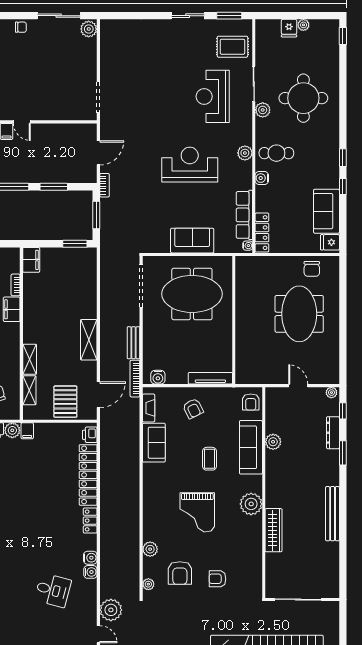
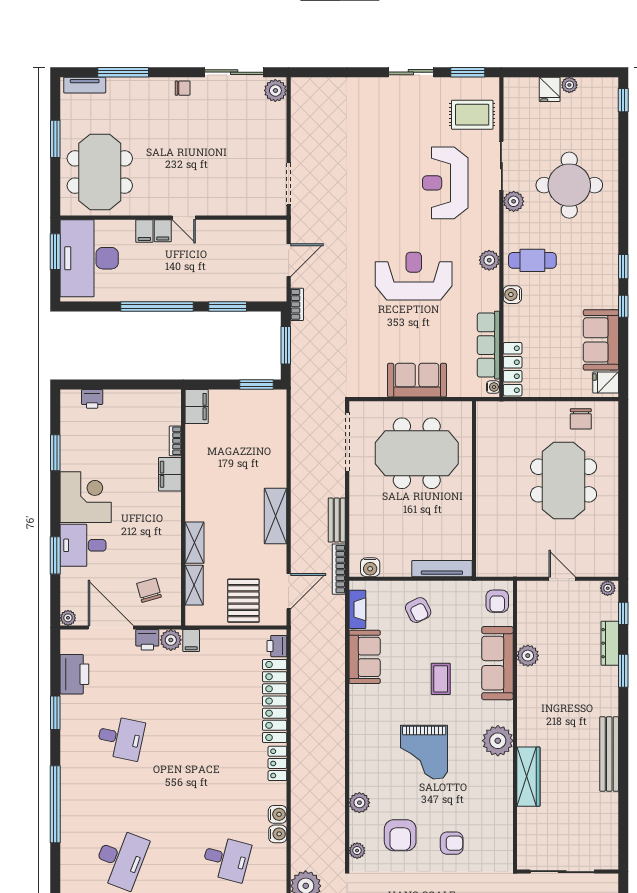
armchair: (217, 579) -> (452, 843), turned 180

